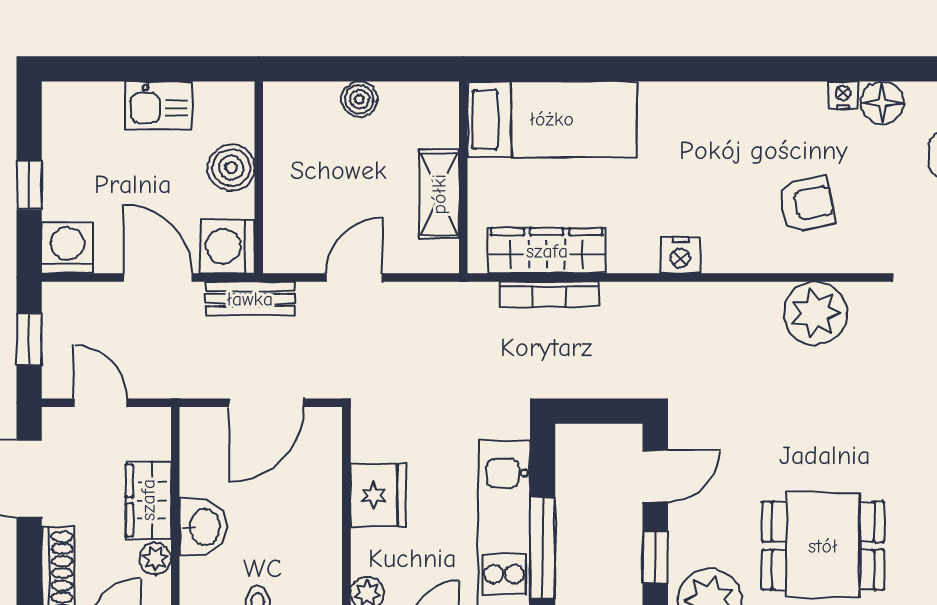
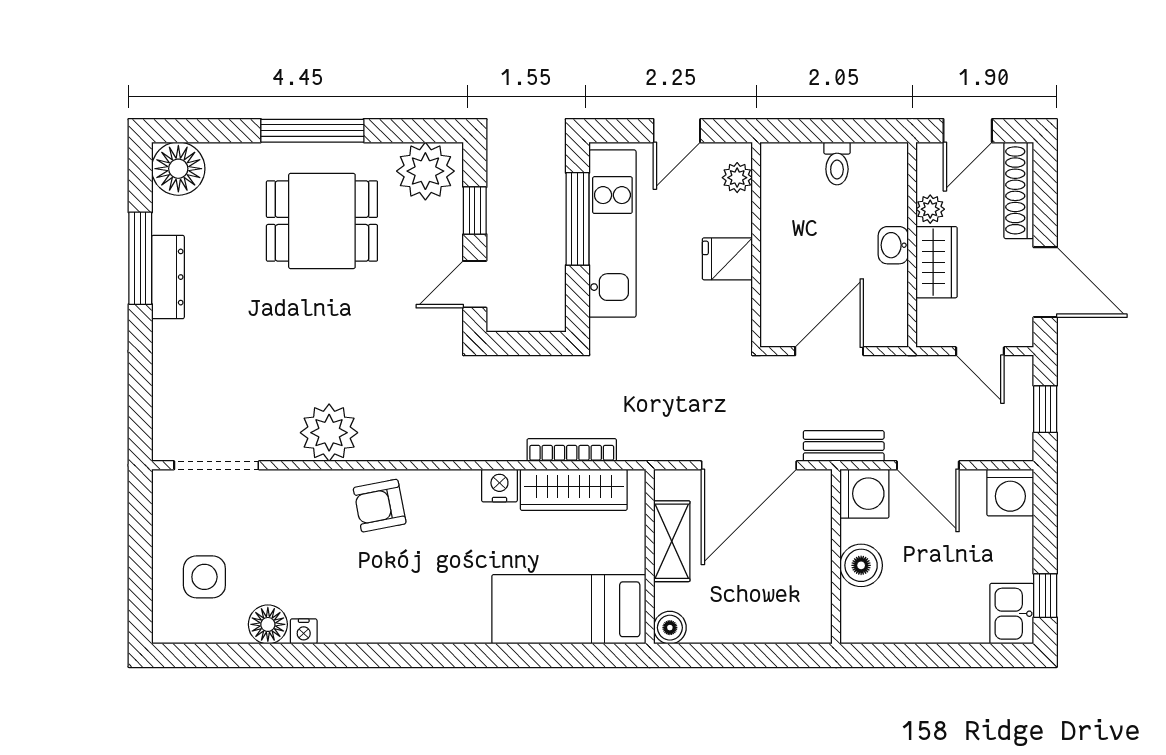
boiler: (359, 99) -> (670, 628), moved
kitchen sink: (159, 105) -> (1012, 614), moved, turned -90
window: (29, 185) -> (1045, 596), moved
armchair: (807, 204) -> (380, 506), moved
nightstand: (680, 255) -> (499, 485), moved
door: (354, 278) -> (749, 465), width x1.87
fridge: (378, 495) -> (727, 259), width x0.72
washbasin: (203, 527) -> (893, 245), width x0.72, depth x0.69

